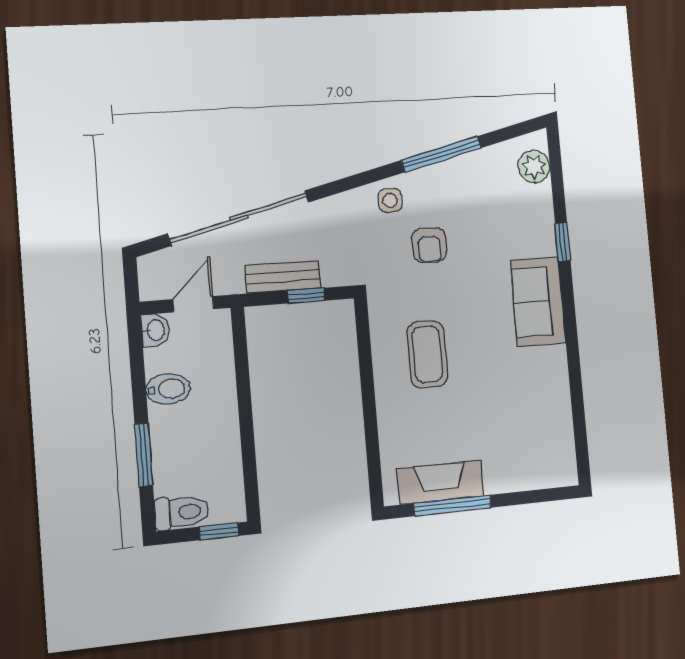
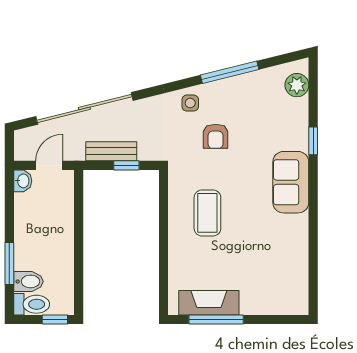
bidet: (168, 389) -> (28, 281), moved

